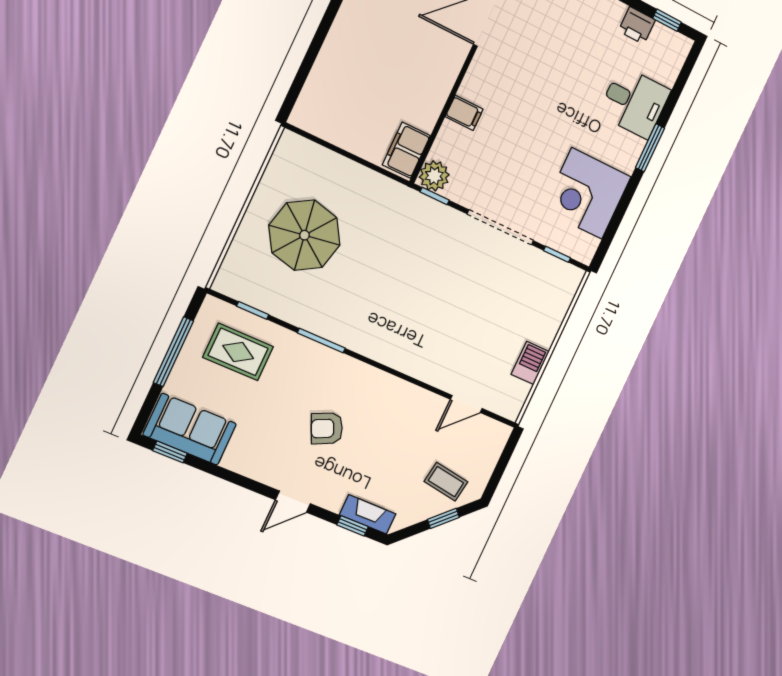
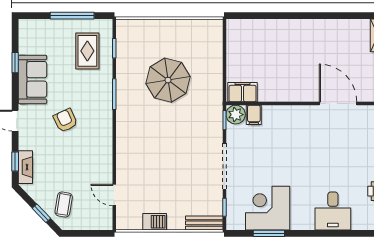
filing cabinet: (464, 113) -> (254, 115), moved
window: (650, 148) -> (269, 233), moved
parasol: (304, 235) -> (168, 80), moved
bench: (565, 293) -> (204, 223), added
sofa: (190, 429) -> (32, 79), moved
window: (170, 452) -> (15, 63), moved

